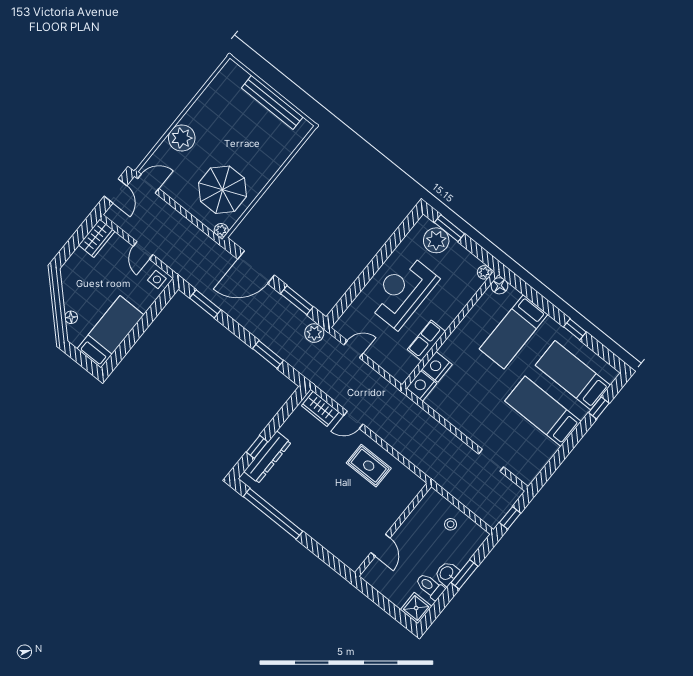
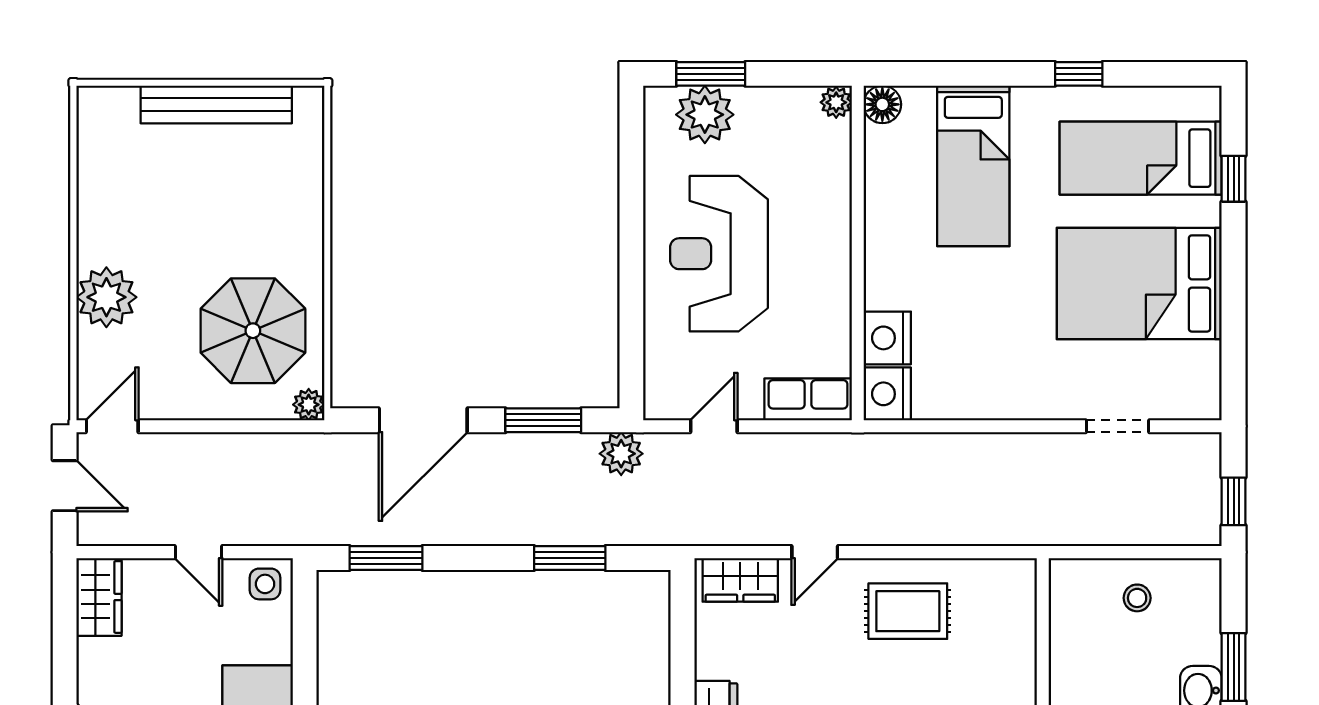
row of seats: (426, 340) -> (808, 399), moved, turned 90
bed: (543, 411) -> (1139, 283), width x1.50

